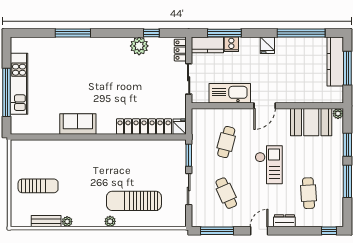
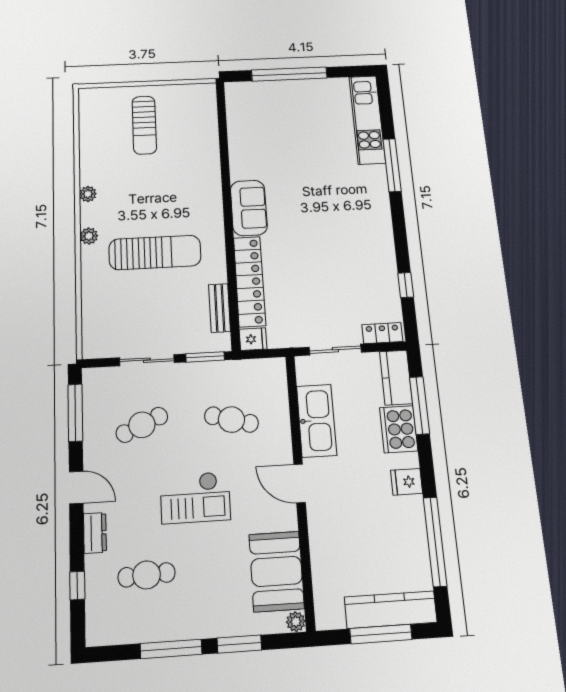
cooker: (231, 44) -> (399, 429), width x1.87, depth x1.31
plant: (139, 46) -> (382, 267), removed
kitchen unit: (19, 84) -> (367, 120), moved, turned 90
sofa: (78, 124) -> (249, 208), moved
sun lounger: (134, 201) -> (155, 252), moved, turned 90
bench: (46, 221) -> (220, 308), moved
plant: (67, 222) -> (88, 194), moved
window: (329, 231) -> (77, 586), moved

